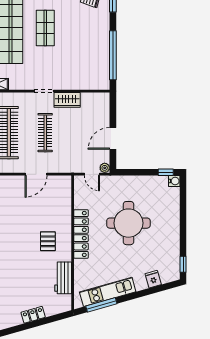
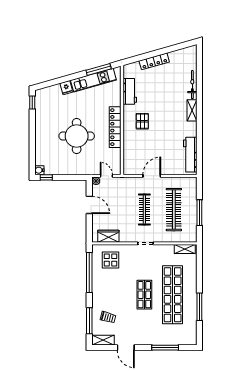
display table: (87, 71) -> (111, 260), added
wardrobe: (67, 100) -> (108, 236), moved
door: (113, 138) -> (89, 205), hinge flipped
fridge: (153, 279) -> (66, 88), moved
locker: (33, 315) -> (154, 61), width x1.53

